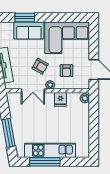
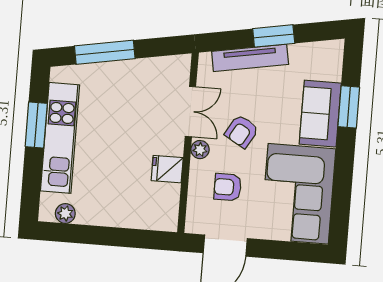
double door: (33, 91) -> (190, 112), swing flipped
plant: (85, 98) -> (65, 213), moved
window: (45, 162) -> (36, 125), width x0.69

